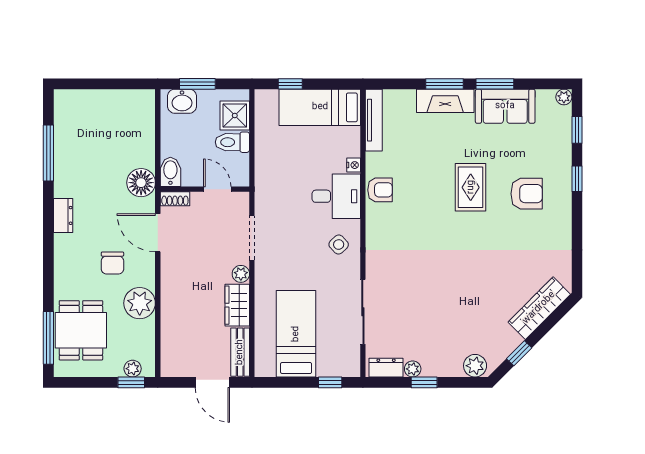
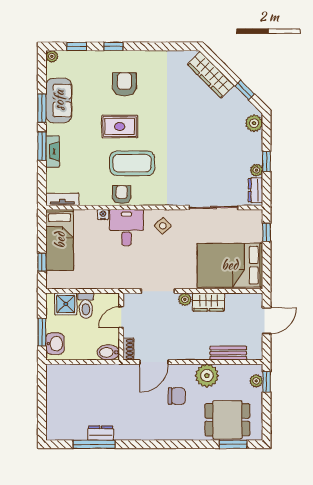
fireplace: (445, 101) -> (53, 151), width x0.73, depth x0.76
tv unit: (374, 120) -> (62, 199), width x0.71
floor lamp: (141, 183) -> (116, 374), removed
coffee table: (422, 204) -> (132, 163), added
dresser: (63, 215) -> (101, 433), moved
bed: (296, 334) -> (230, 265), width x1.50
window: (48, 338) -> (233, 444), width x0.69
bench: (240, 352) -> (228, 353), moved

